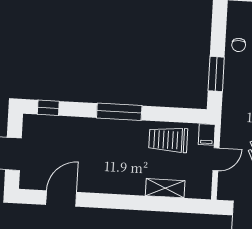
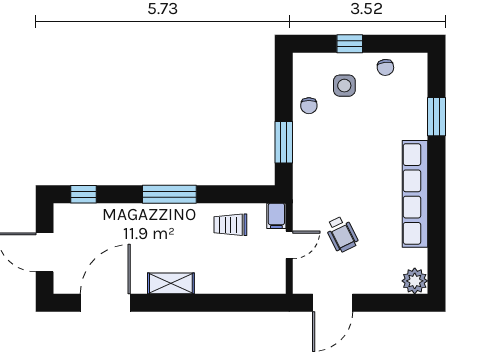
trolley: (168, 140) -> (230, 225), width x0.73, depth x0.72
shelving: (165, 188) -> (171, 283), moved
door: (61, 198) -> (105, 303), width x1.36

